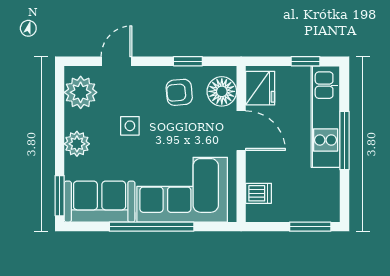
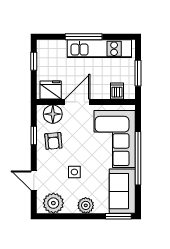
kitchen unit: (326, 117) -> (99, 49), moved
window: (310, 227) -> (138, 73), moved

